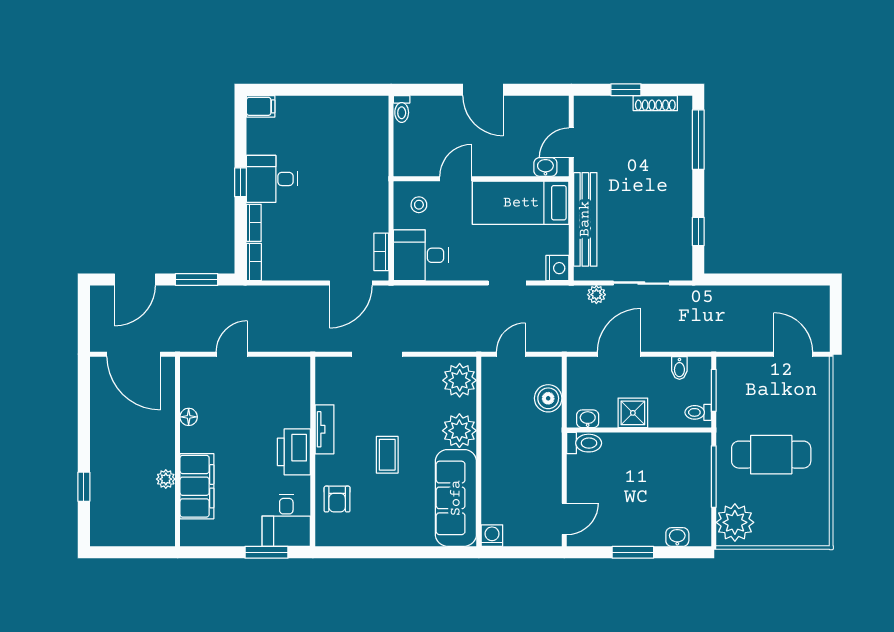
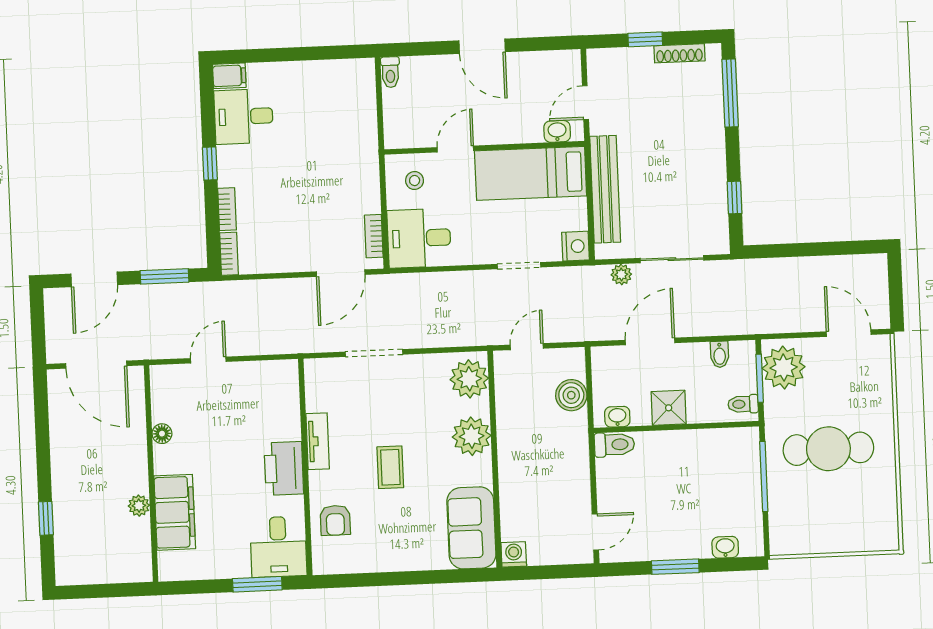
desk: (272, 179) -> (244, 116), moved
sofa: (456, 498) -> (471, 528), width x0.73
plant: (735, 522) -> (784, 368), moved

